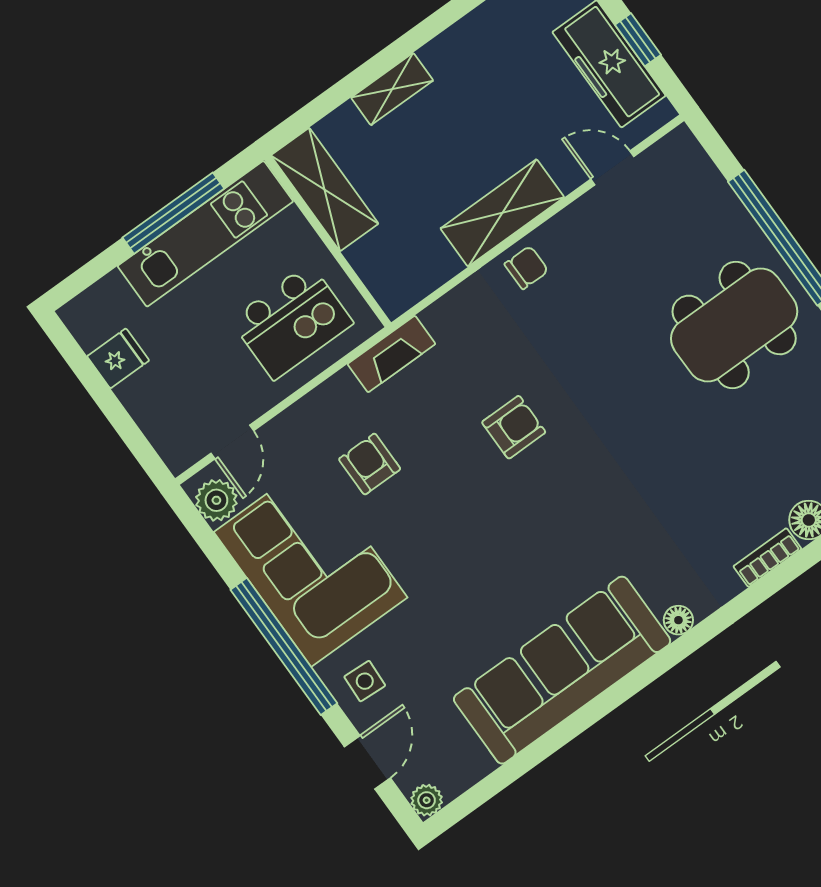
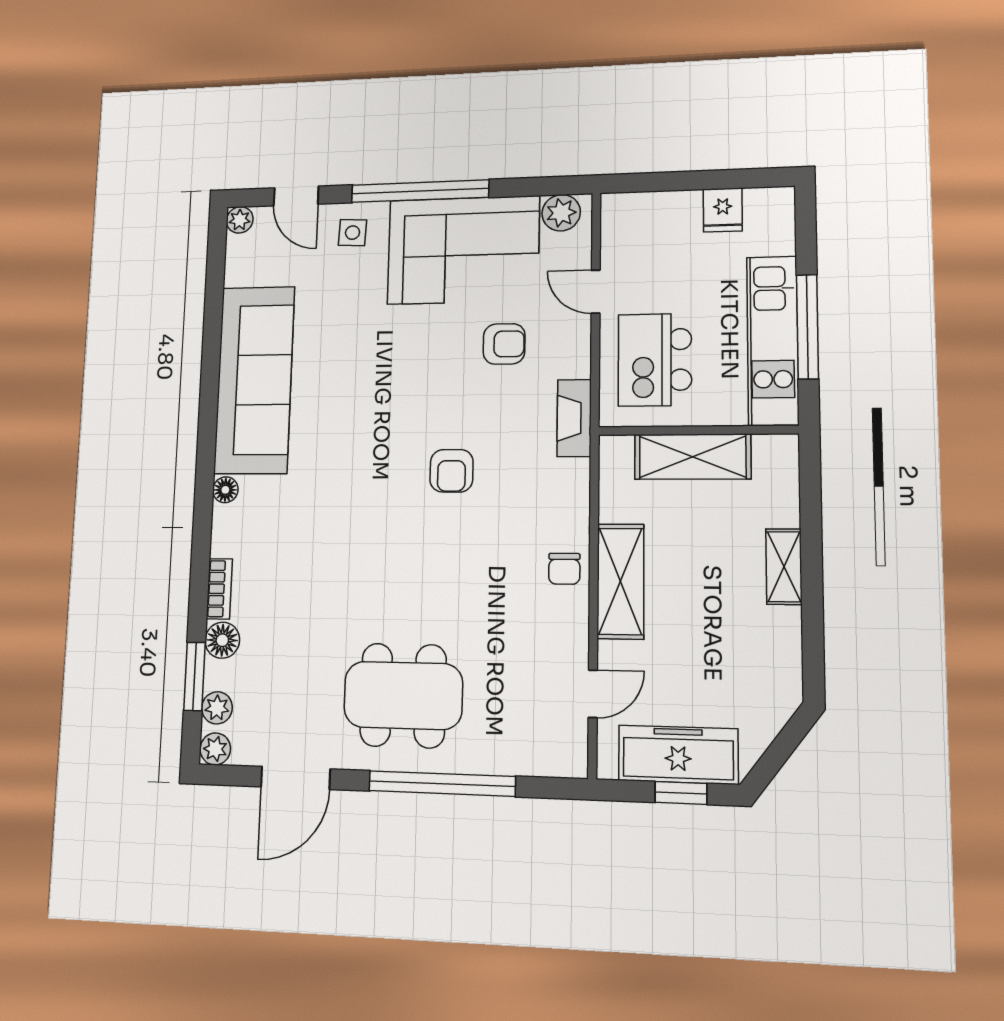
shelving: (325, 190) -> (692, 457), moved
dining table: (734, 325) -> (403, 695), turned 90
door: (232, 442) -> (596, 292), moved

